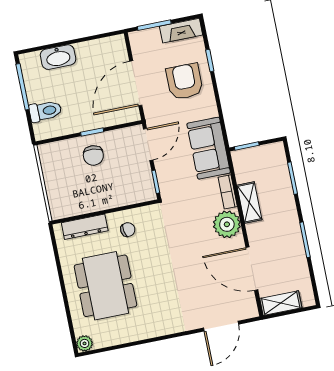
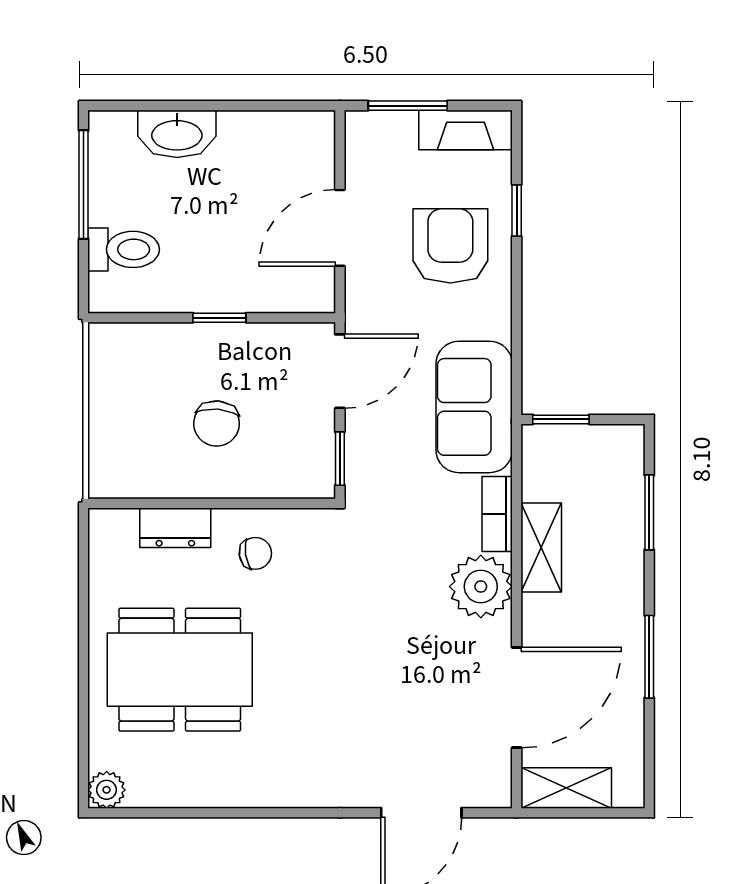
door: (136, 83) -> (340, 228), width x0.73
chair: (93, 155) -> (217, 424), moved
dresser: (85, 227) -> (175, 528), width x0.70
door: (252, 269) -> (517, 698), swing flipped
dining table: (105, 286) -> (180, 670), turned 90

